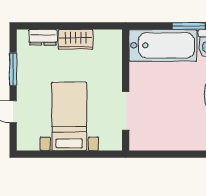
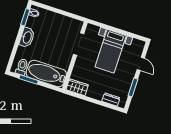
wardrobe: (76, 39) -> (77, 87), moved

